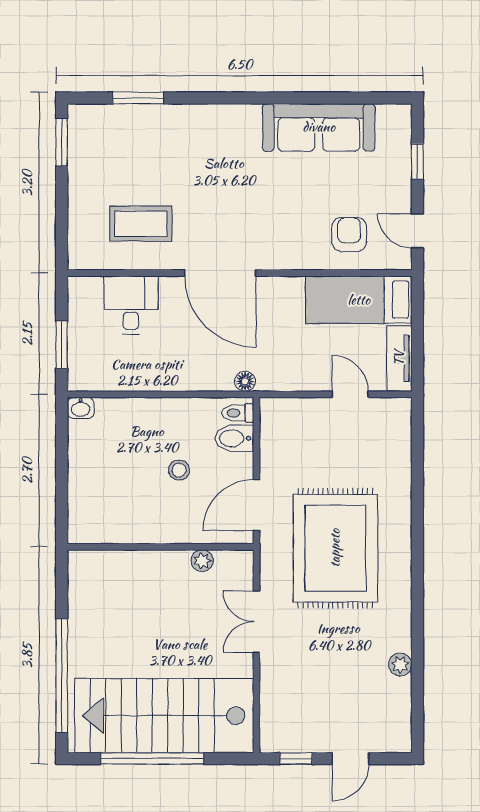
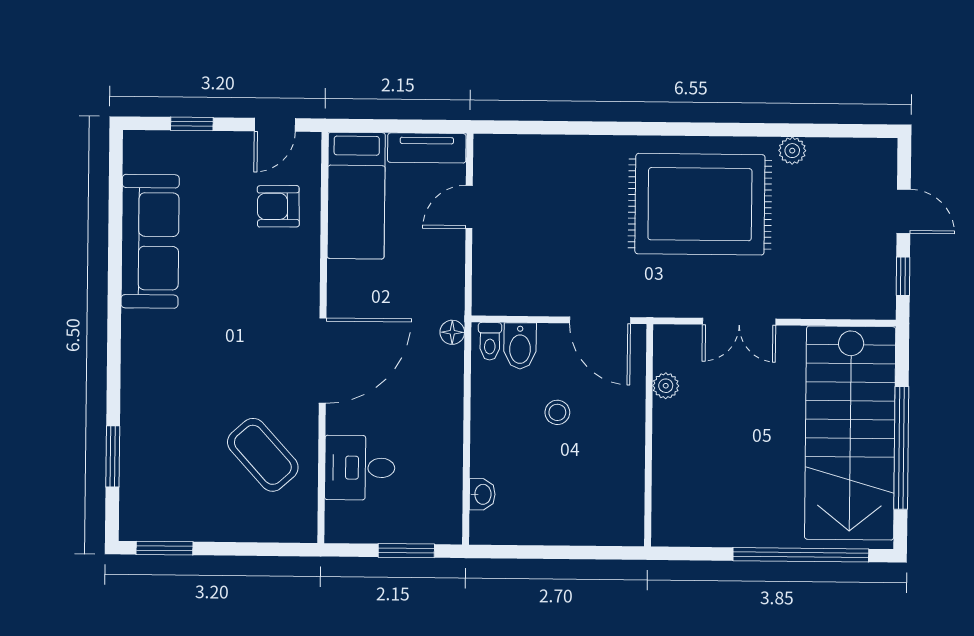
coffee table: (141, 224) -> (263, 455), turned -42
washbasin: (81, 408) -> (482, 494), moved
rug: (335, 548) -> (700, 204), moved

